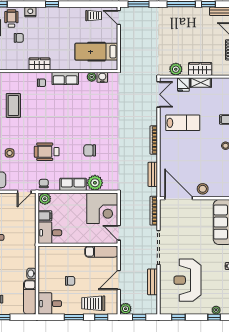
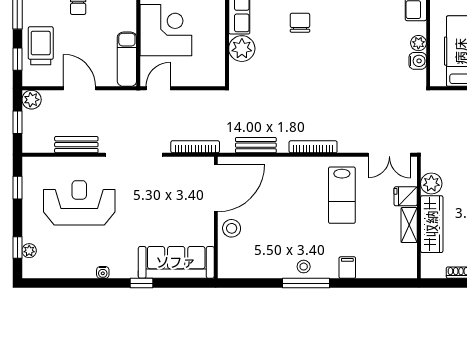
wardrobe: (200, 69) -> (432, 224), width x1.50
chair: (90, 150) -> (300, 23), moved
corner desk: (102, 208) -> (166, 30), moved, turned 180

